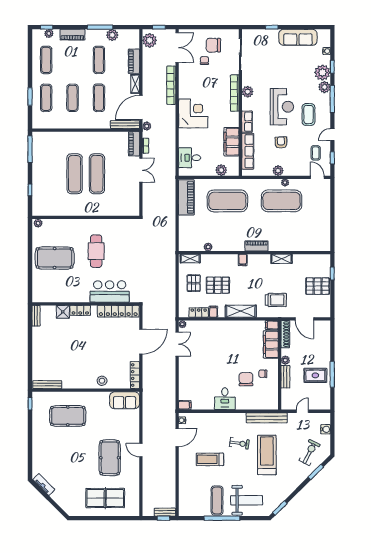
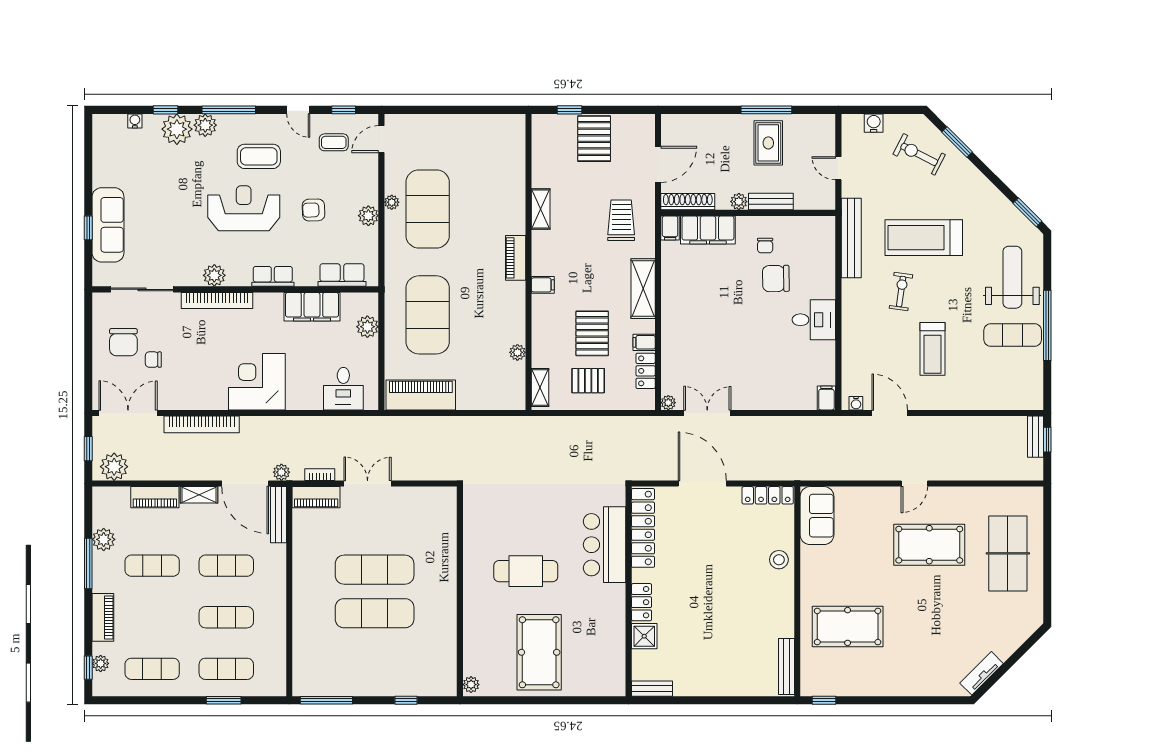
sofa: (298, 37) -> (108, 225), moved
row of seats: (248, 151) -> (342, 275), width x0.68
pool table: (68, 416) -> (848, 627), turned 90

